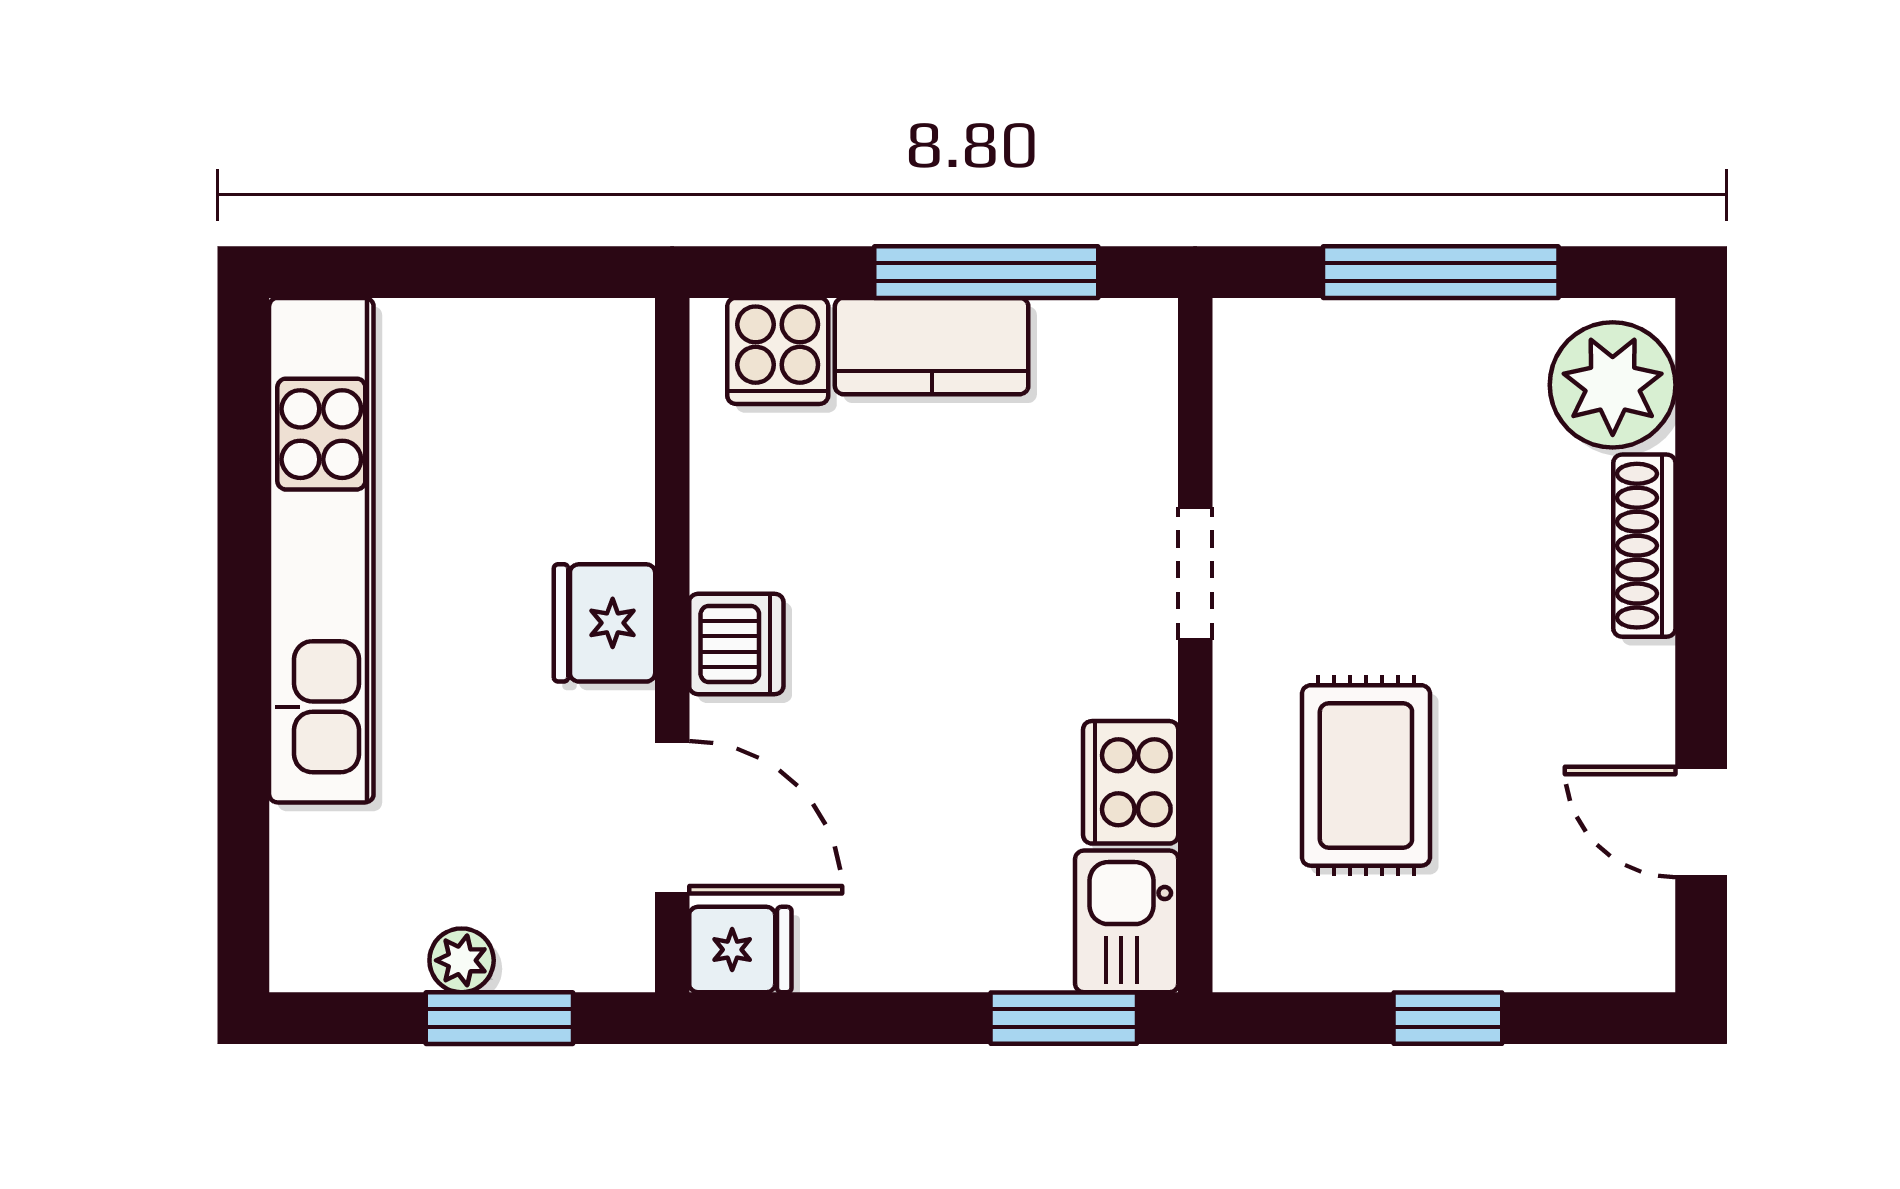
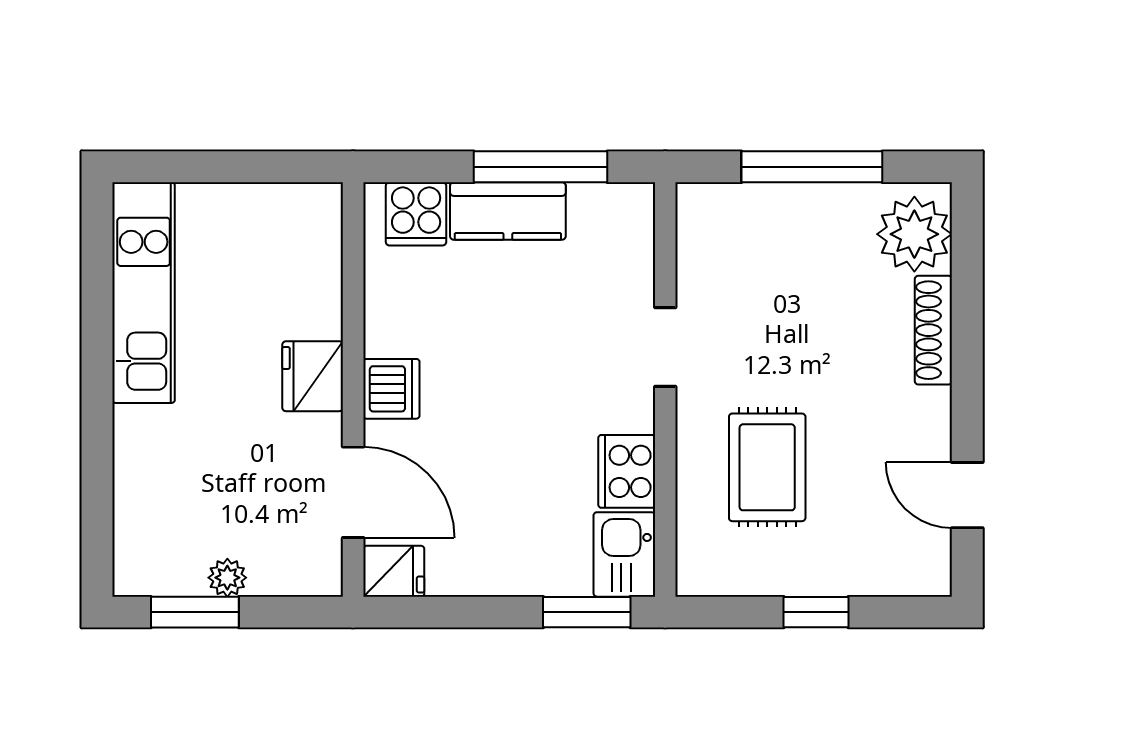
kitchen unit: (321, 550) -> (144, 293), width x0.73
window: (499, 1018) -> (195, 612), moved

